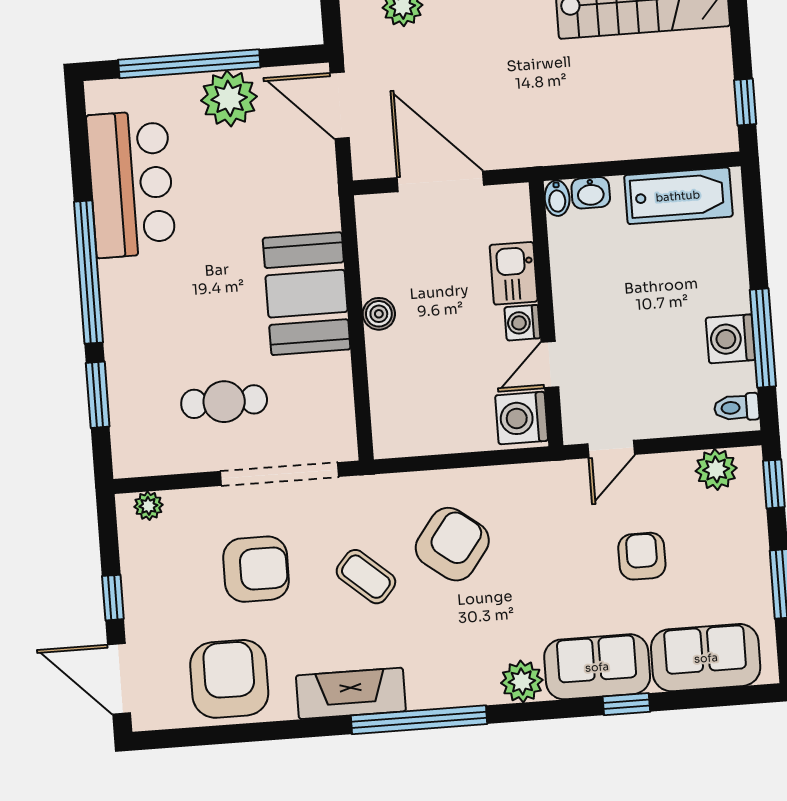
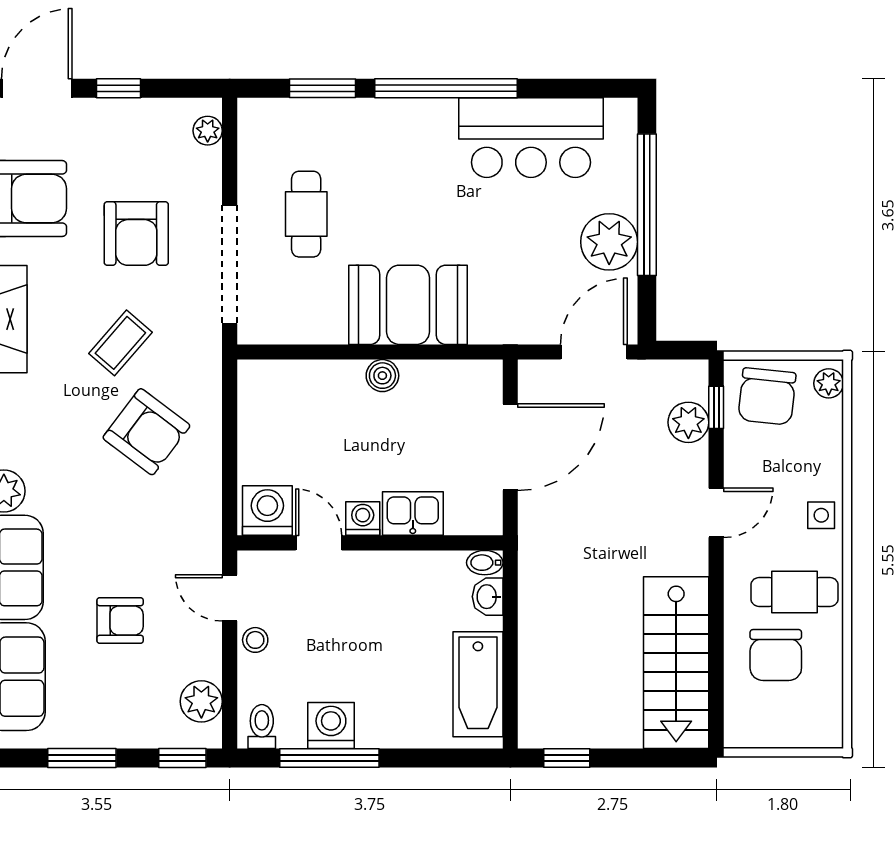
stool: (651, 420) -> (255, 640), added

